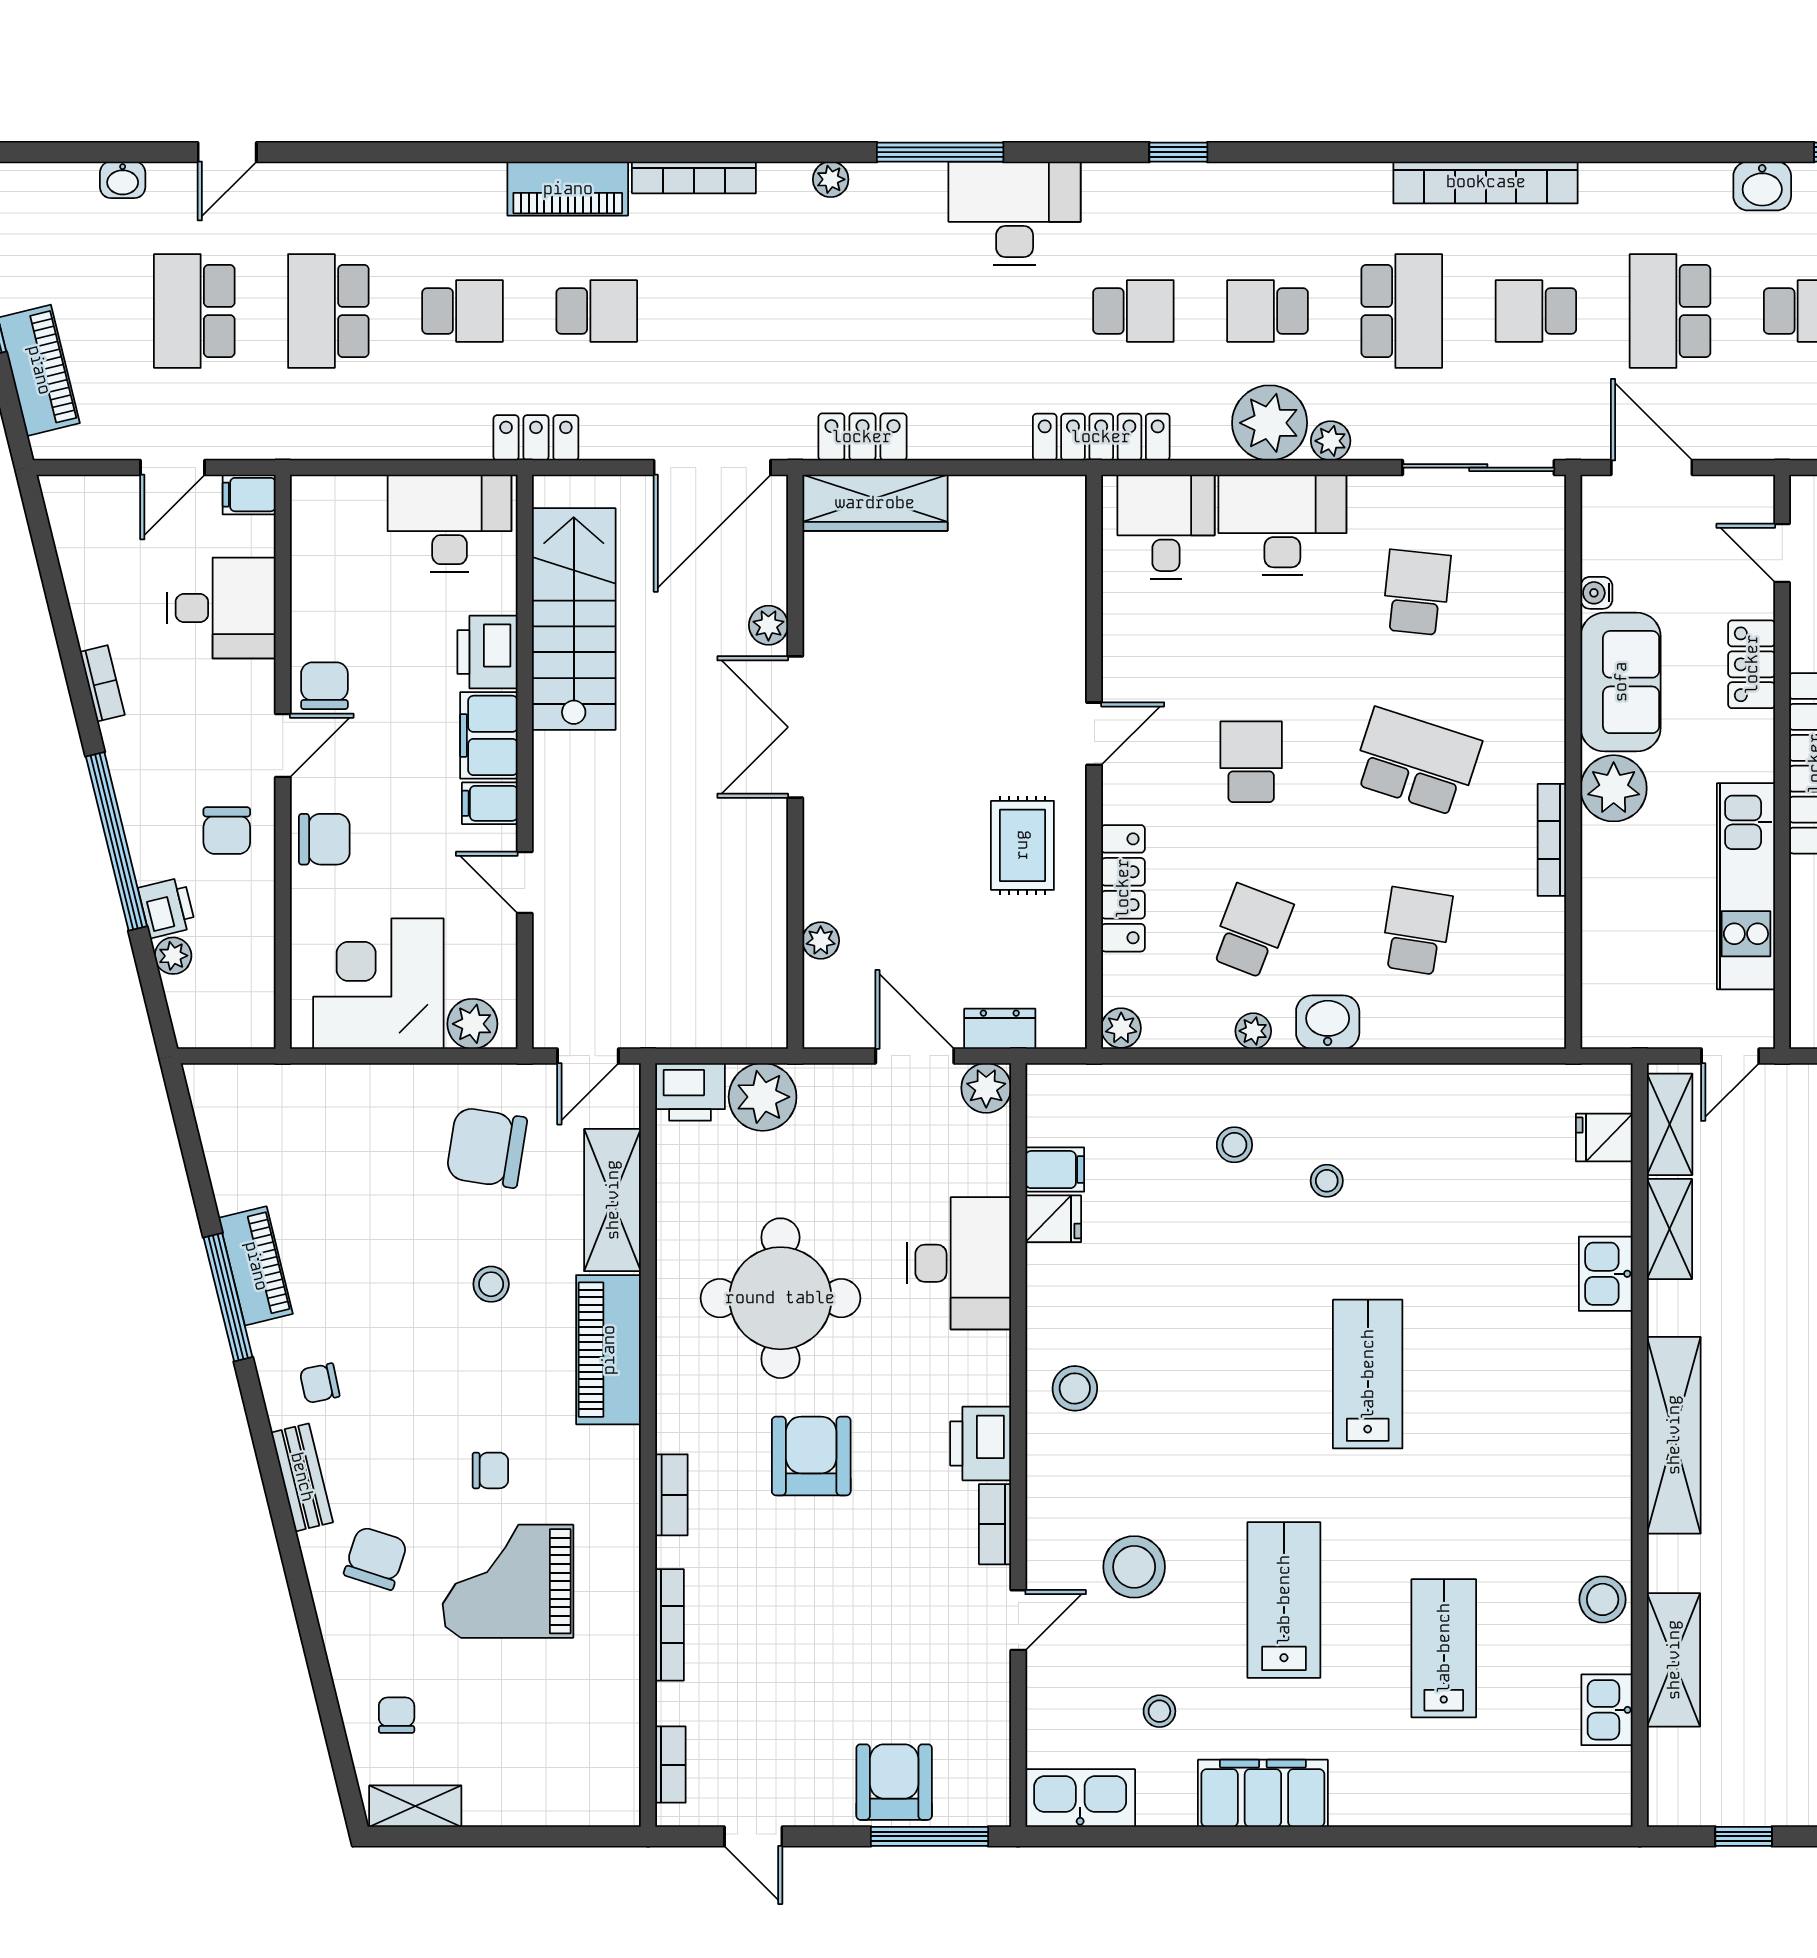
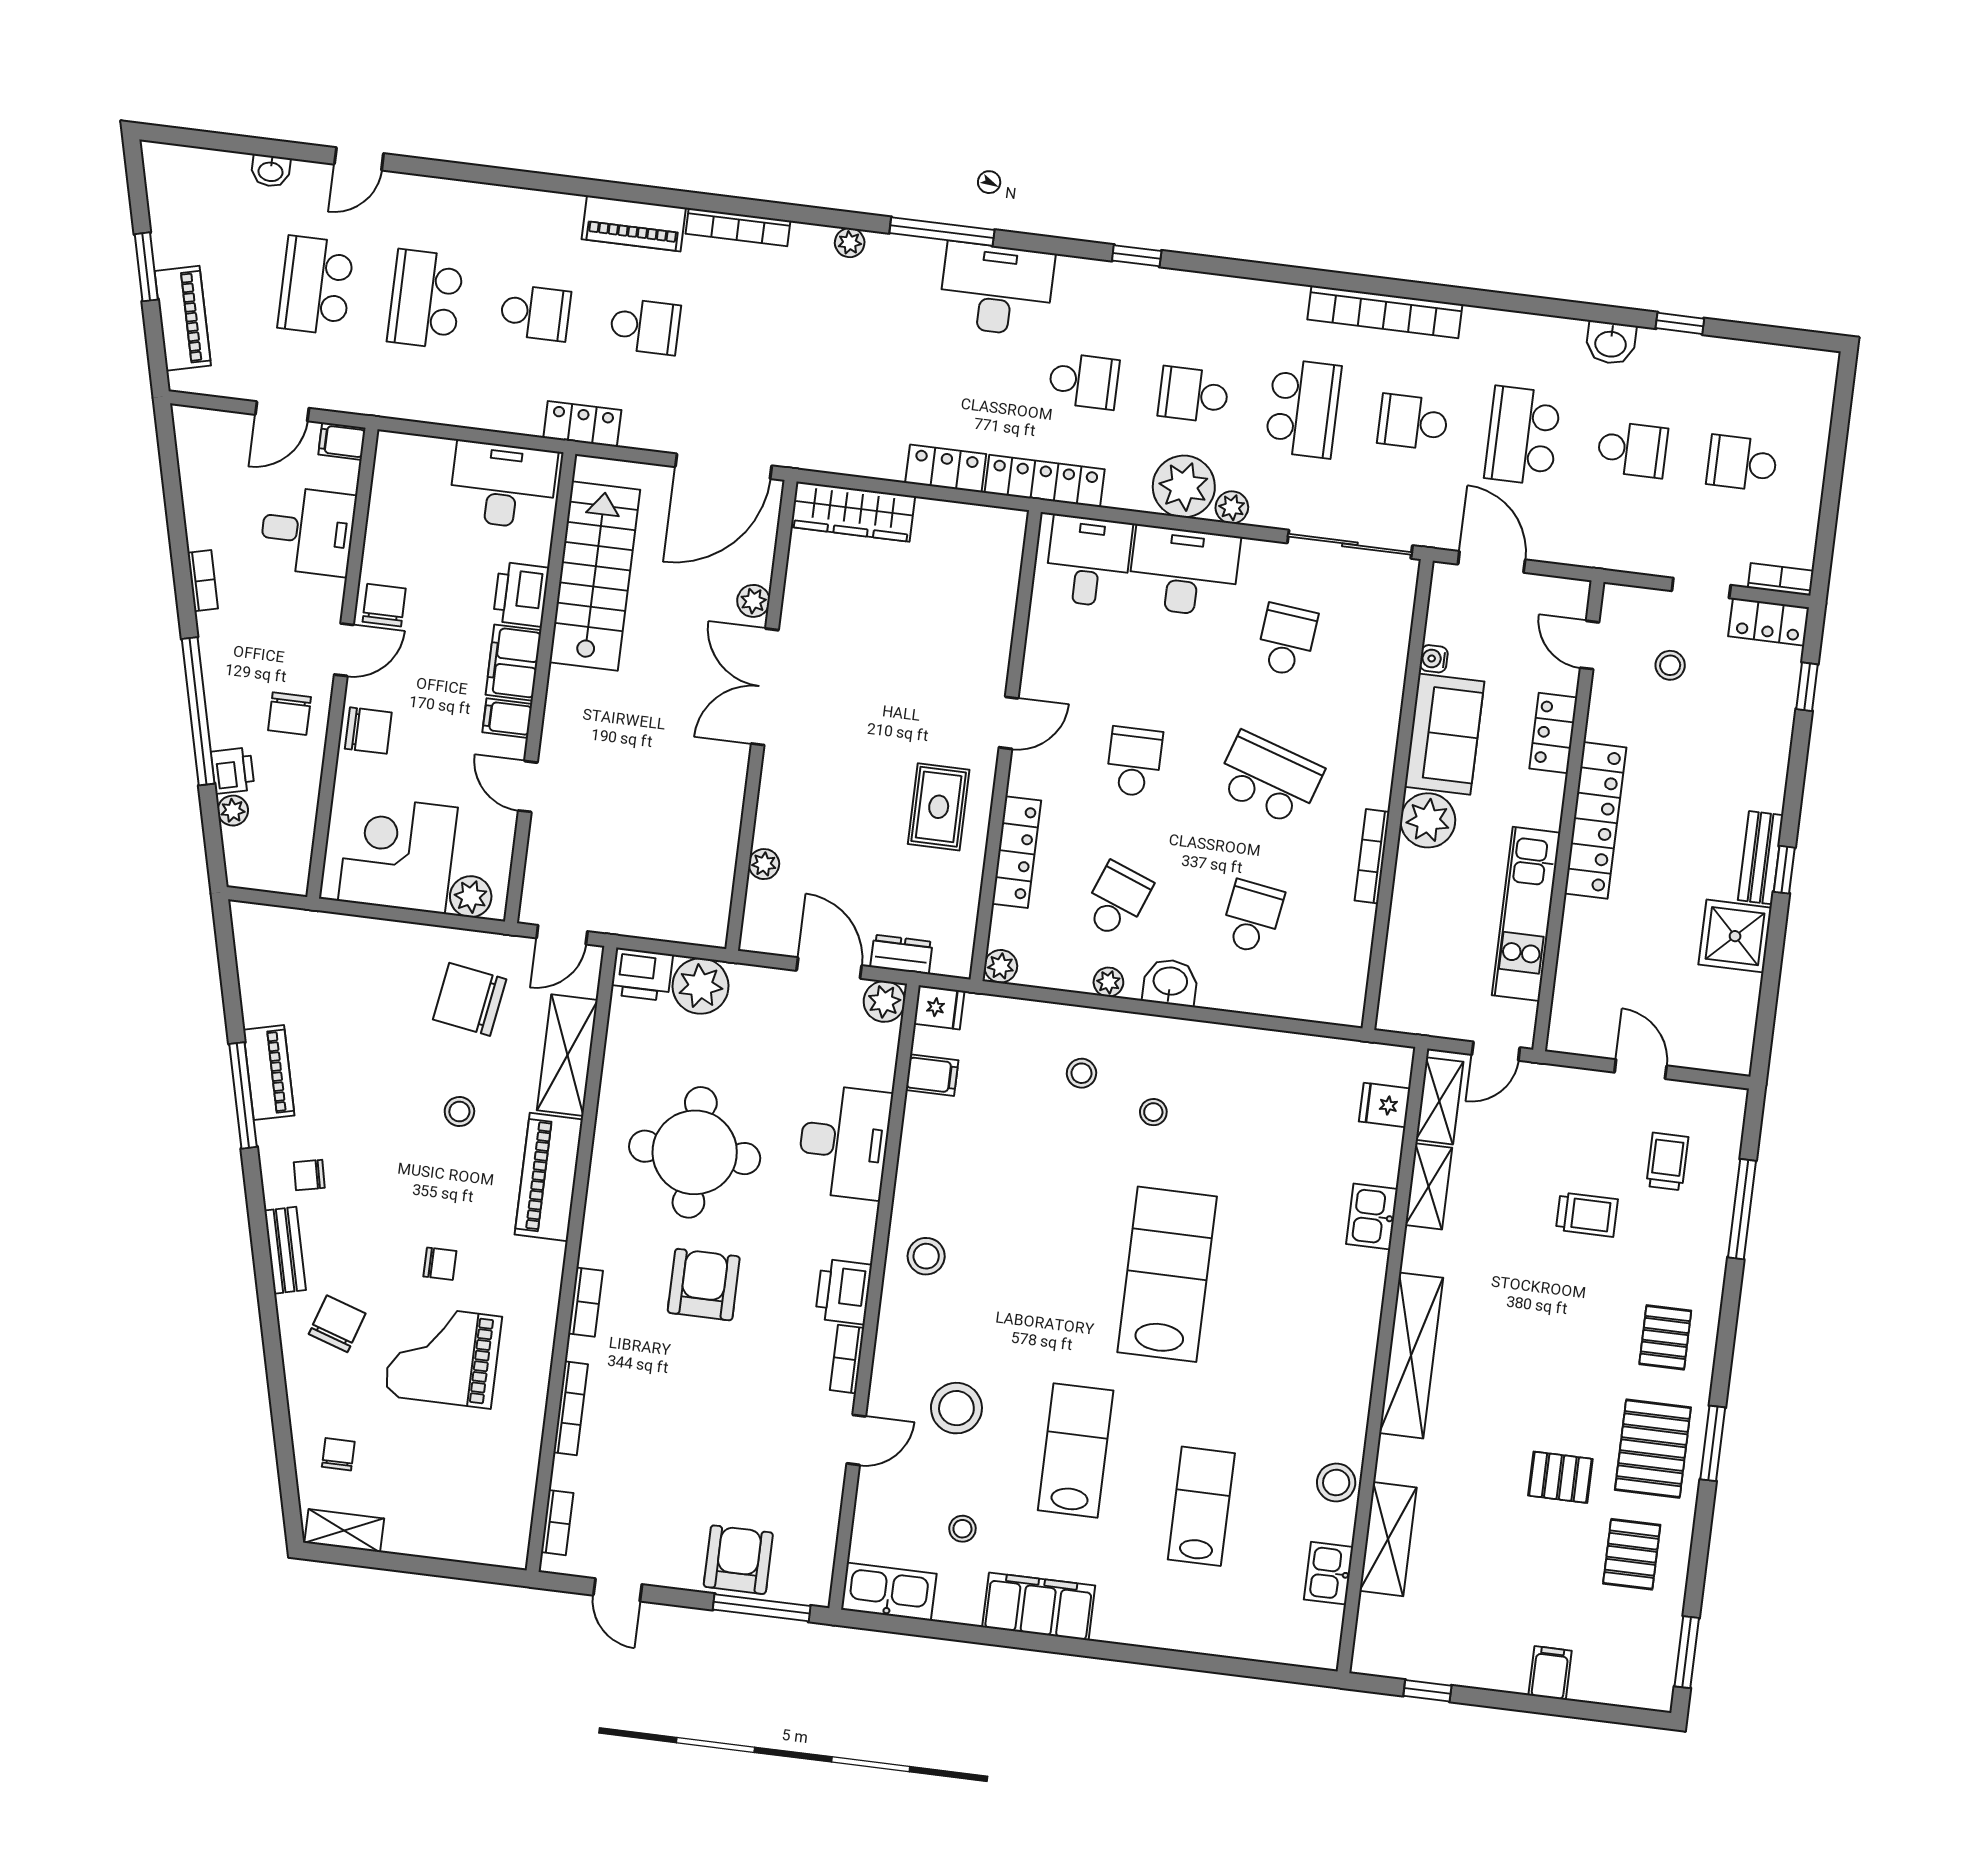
locker: (862, 437) -> (946, 468), moved
fridge: (1053, 1219) -> (939, 1008), moved
lab bench: (1368, 1374) -> (1167, 1274), width x1.36, depth x1.39

